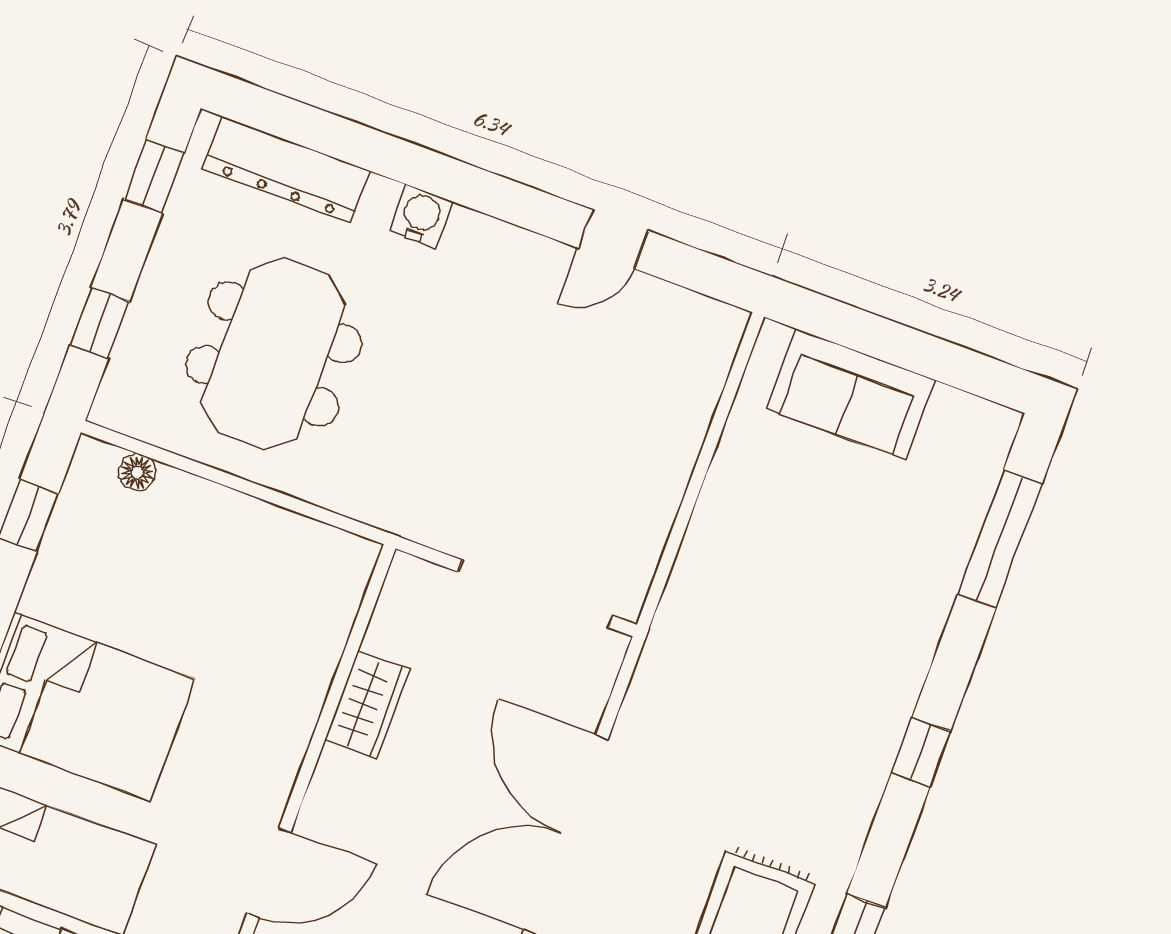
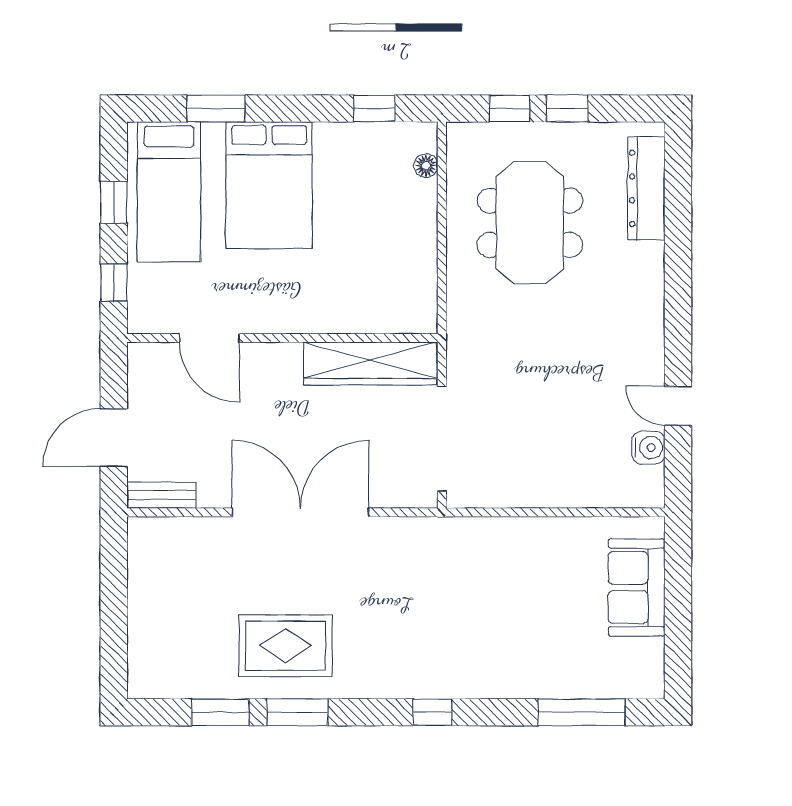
window: (154, 176) -> (567, 109), moved
water cooler: (421, 216) -> (648, 448), moved
meeting table: (274, 354) -> (530, 223), turned 90
wardrobe: (367, 705) -> (370, 364), width x2.10, depth x1.17

